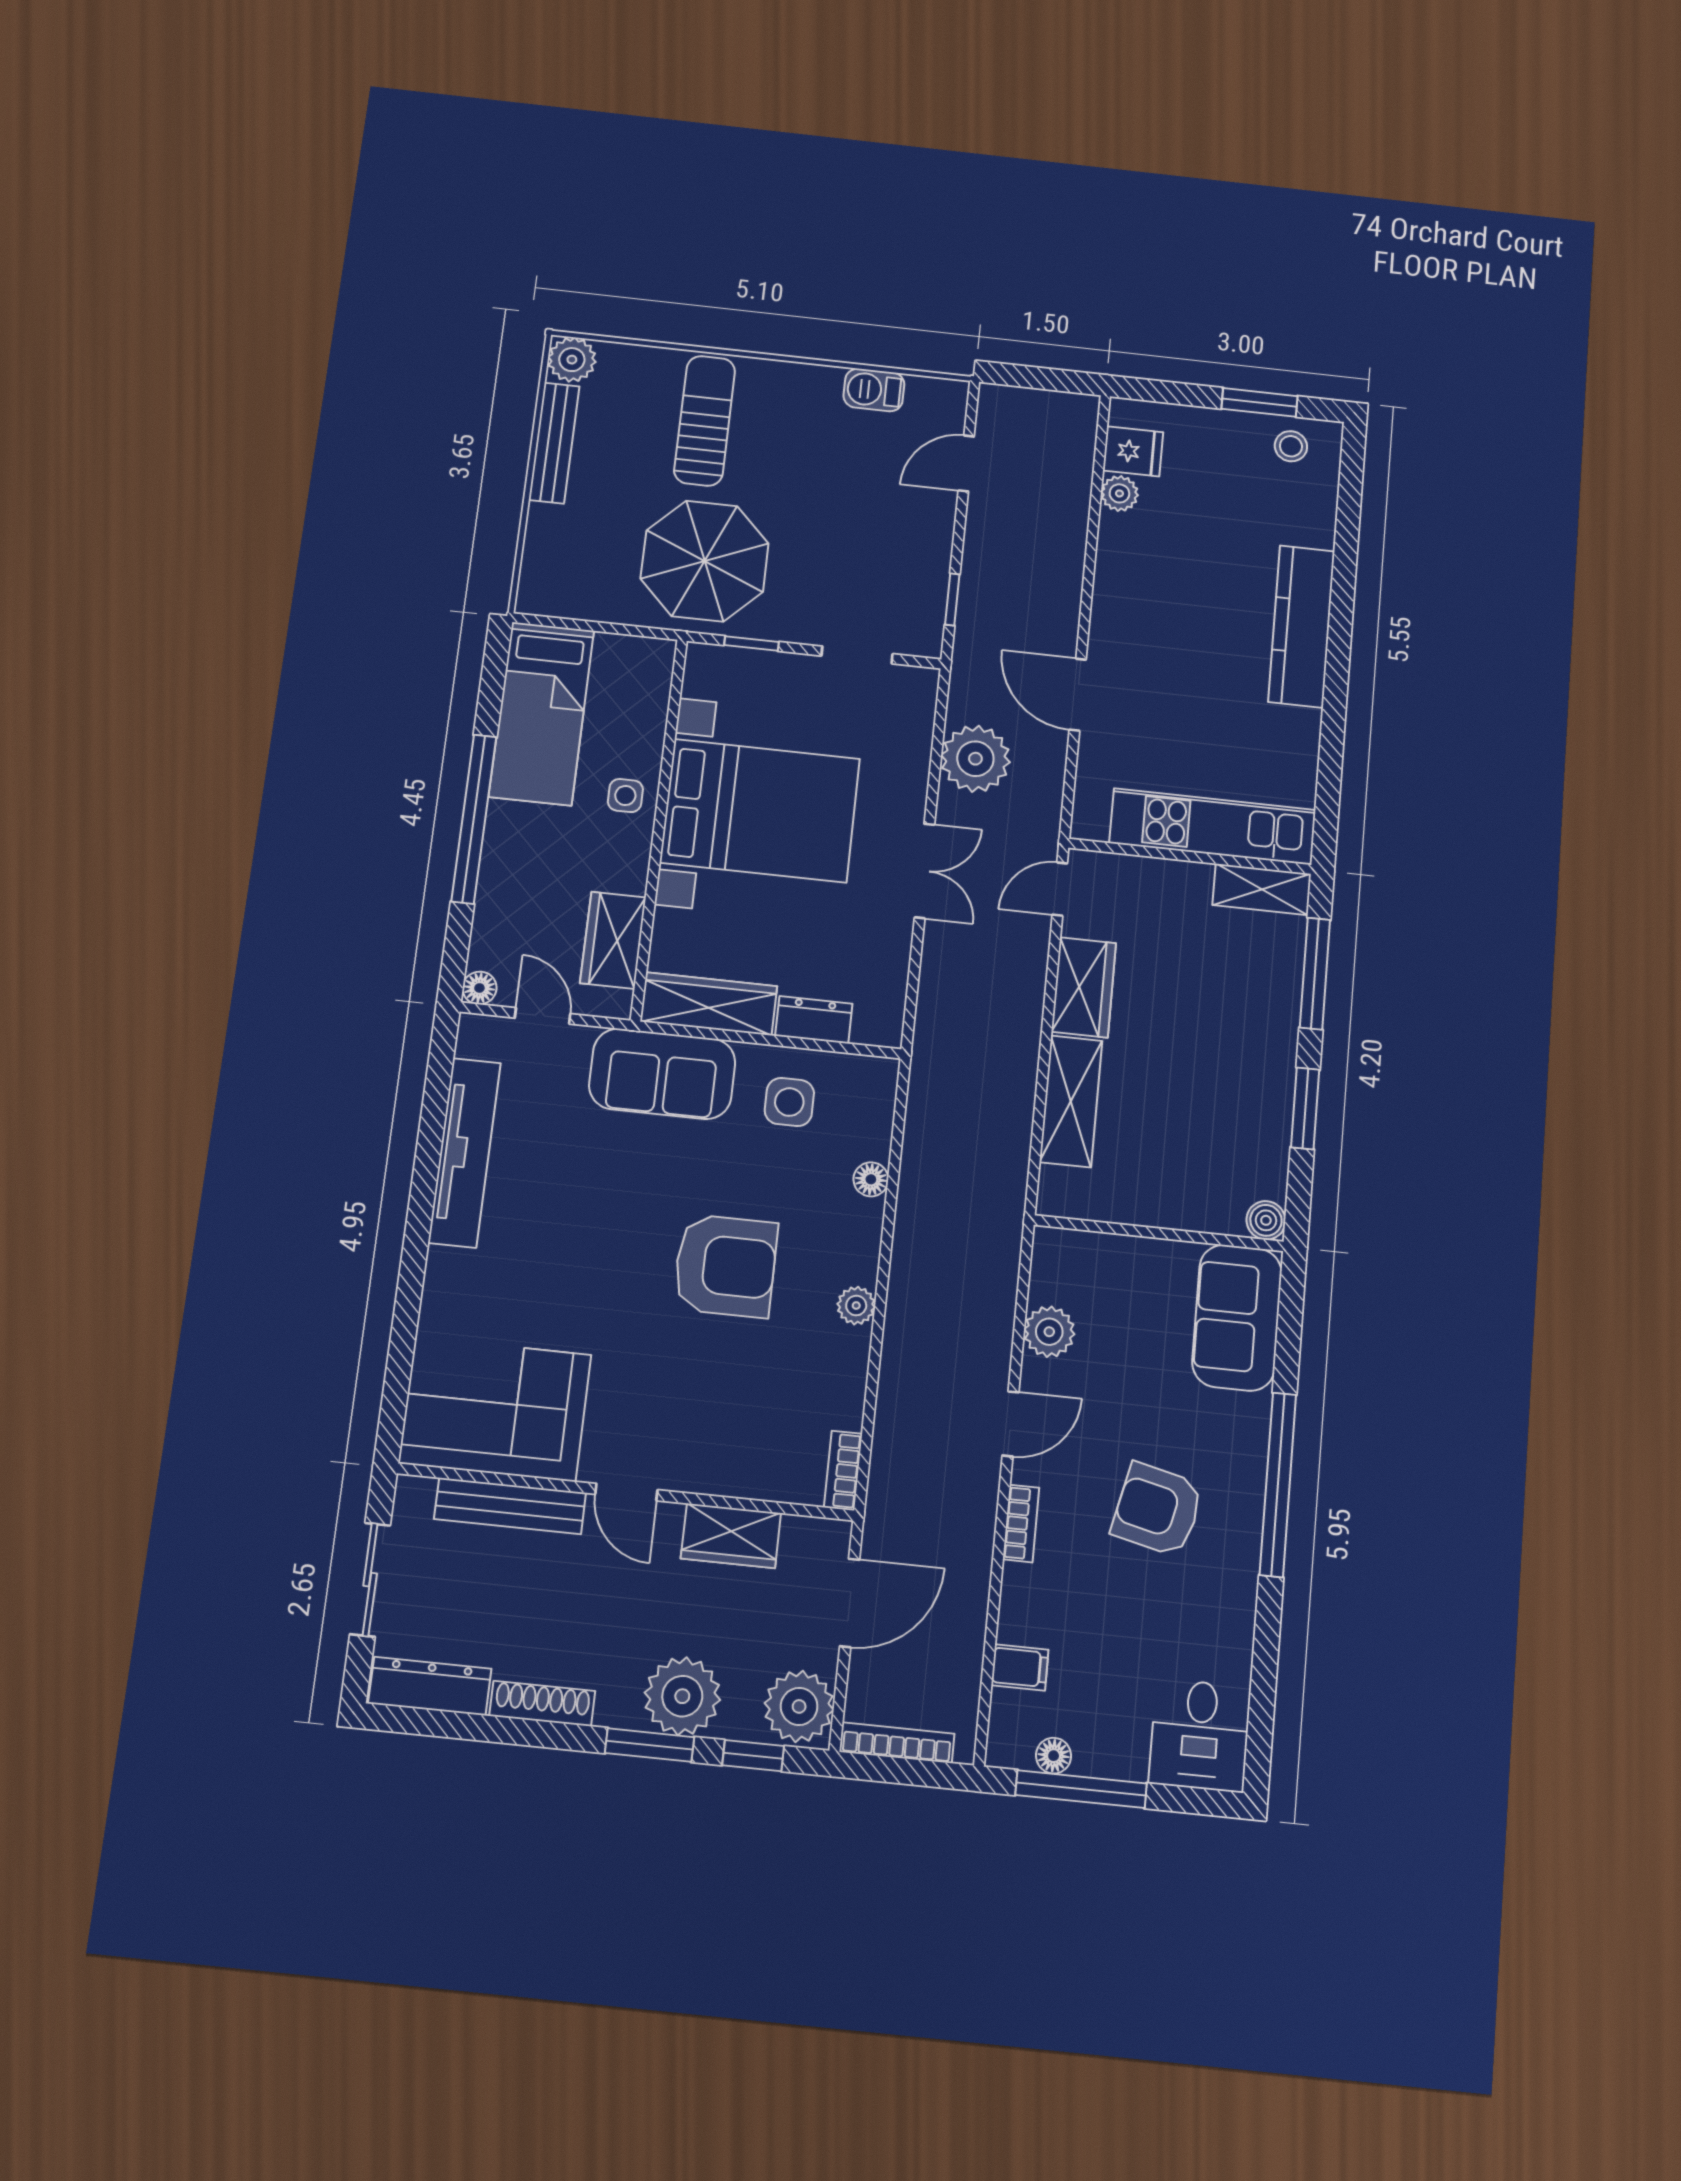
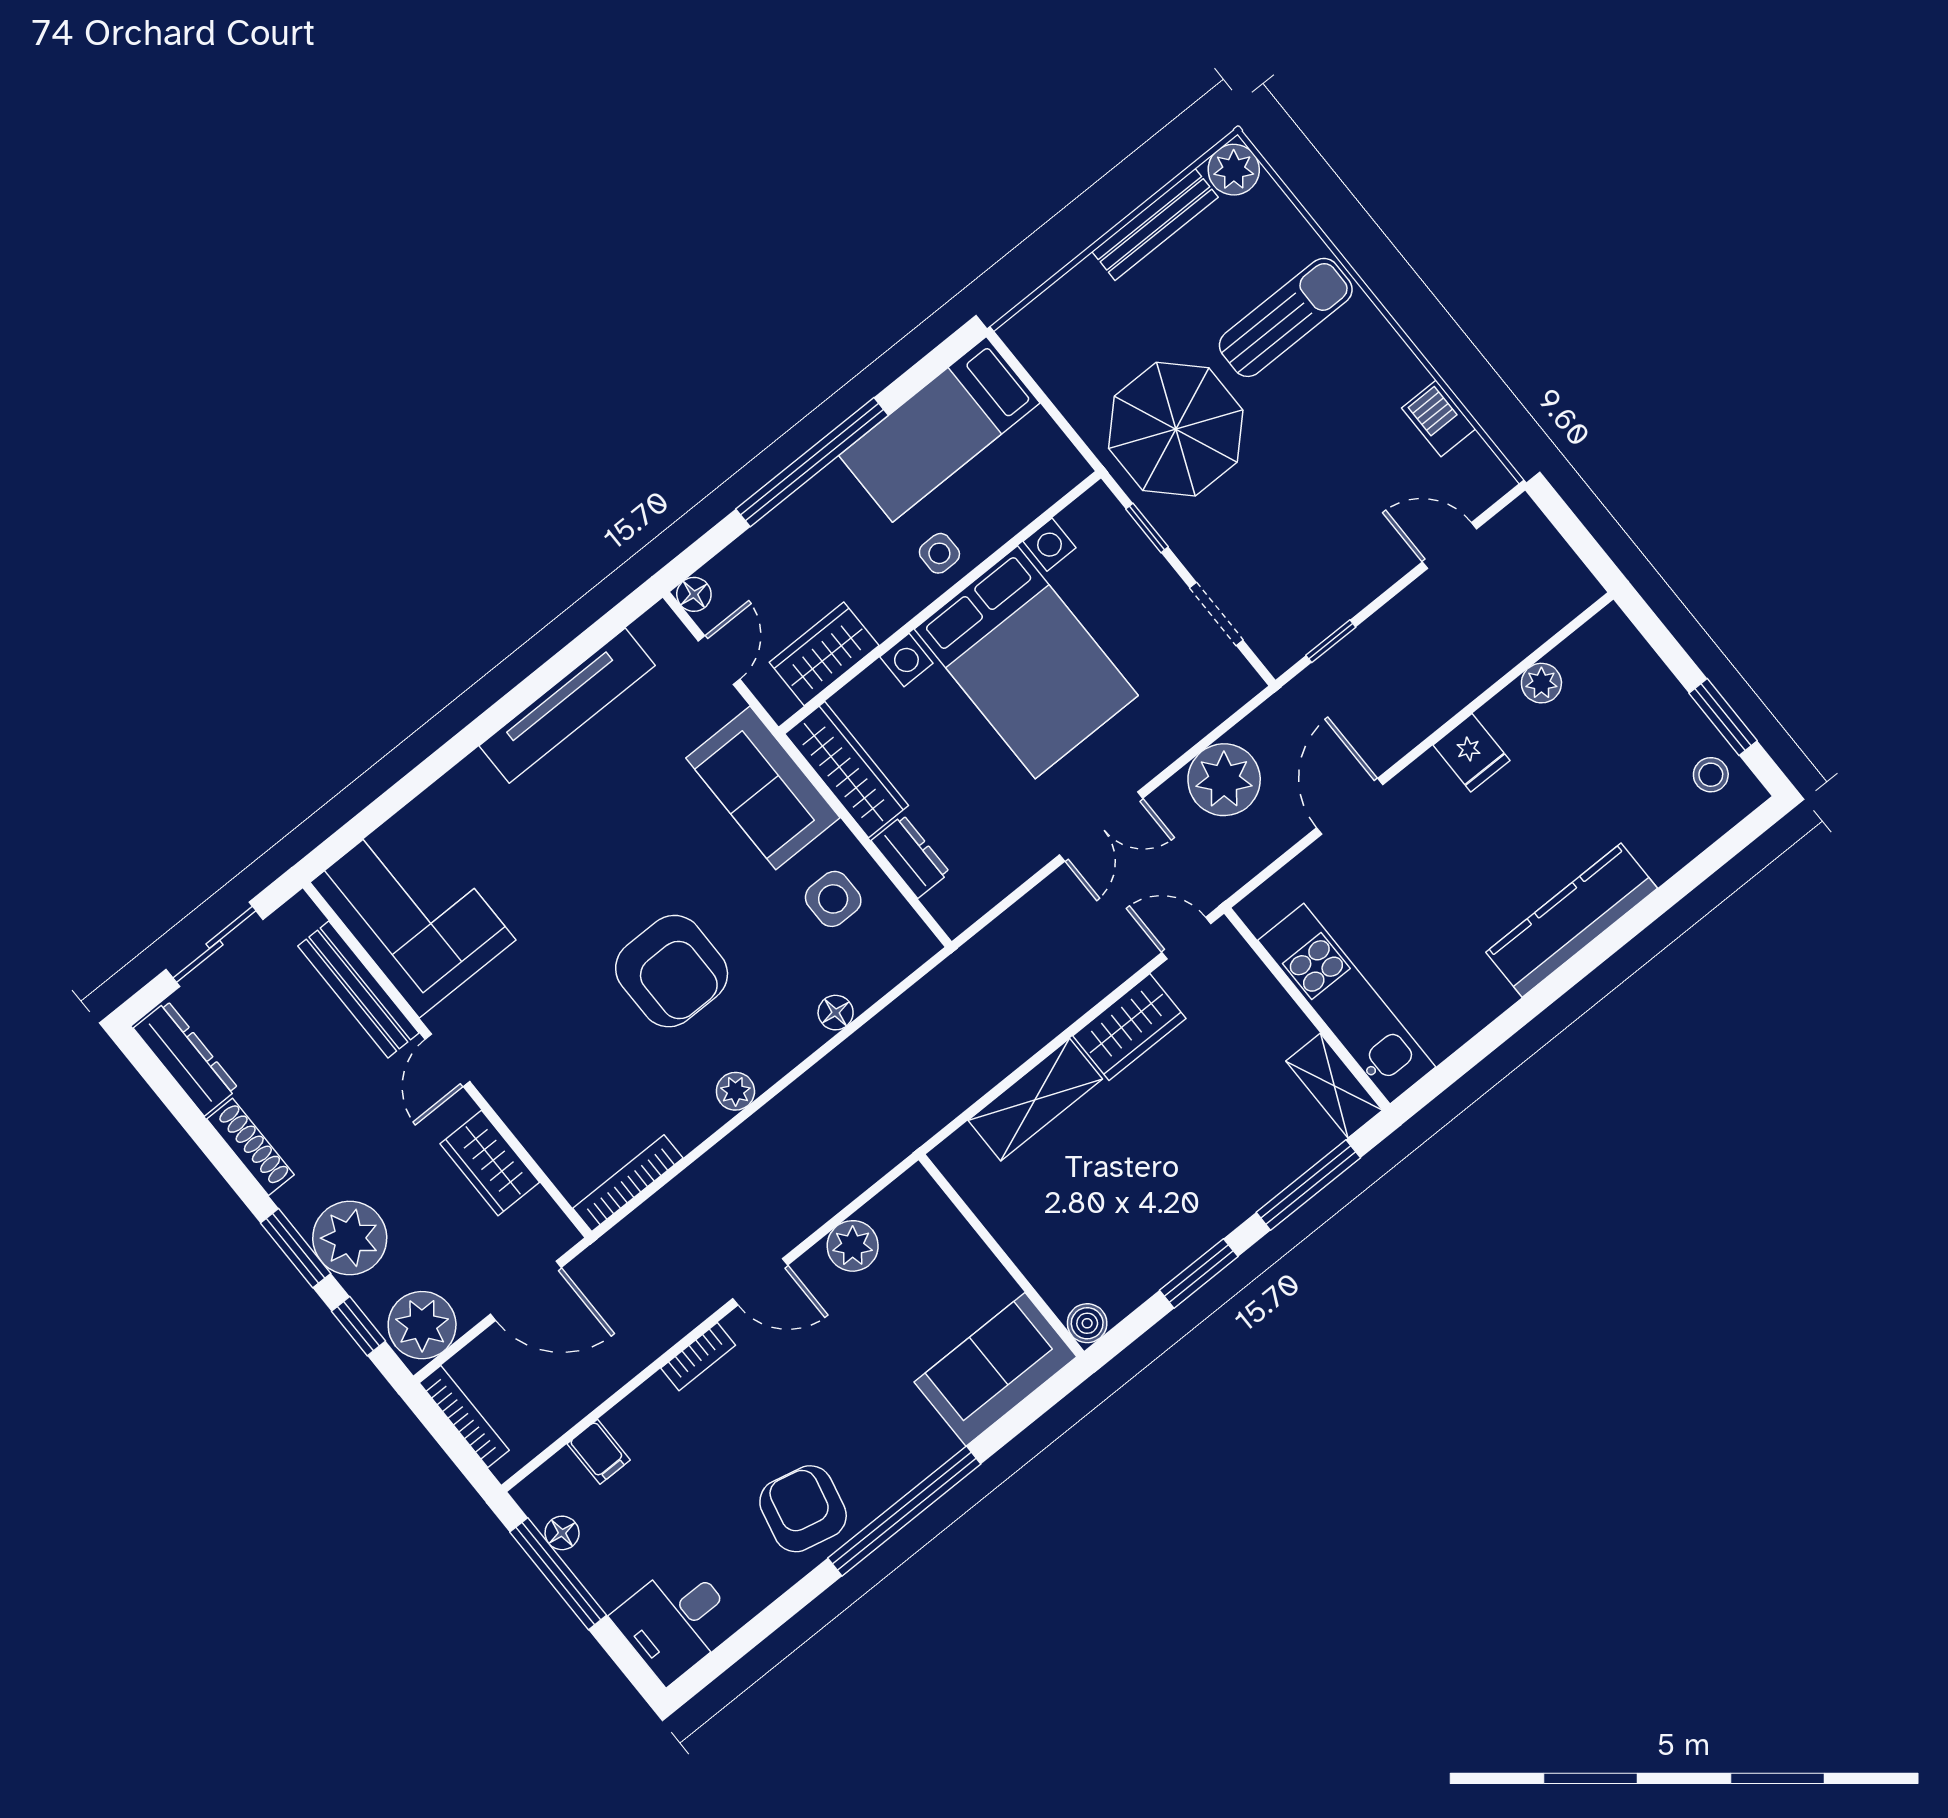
fridge: (1133, 451) -> (1471, 753), moved
bookcase: (843, 1471) -> (628, 1183), width x1.56
armchair: (1157, 1509) -> (803, 1509), moved

